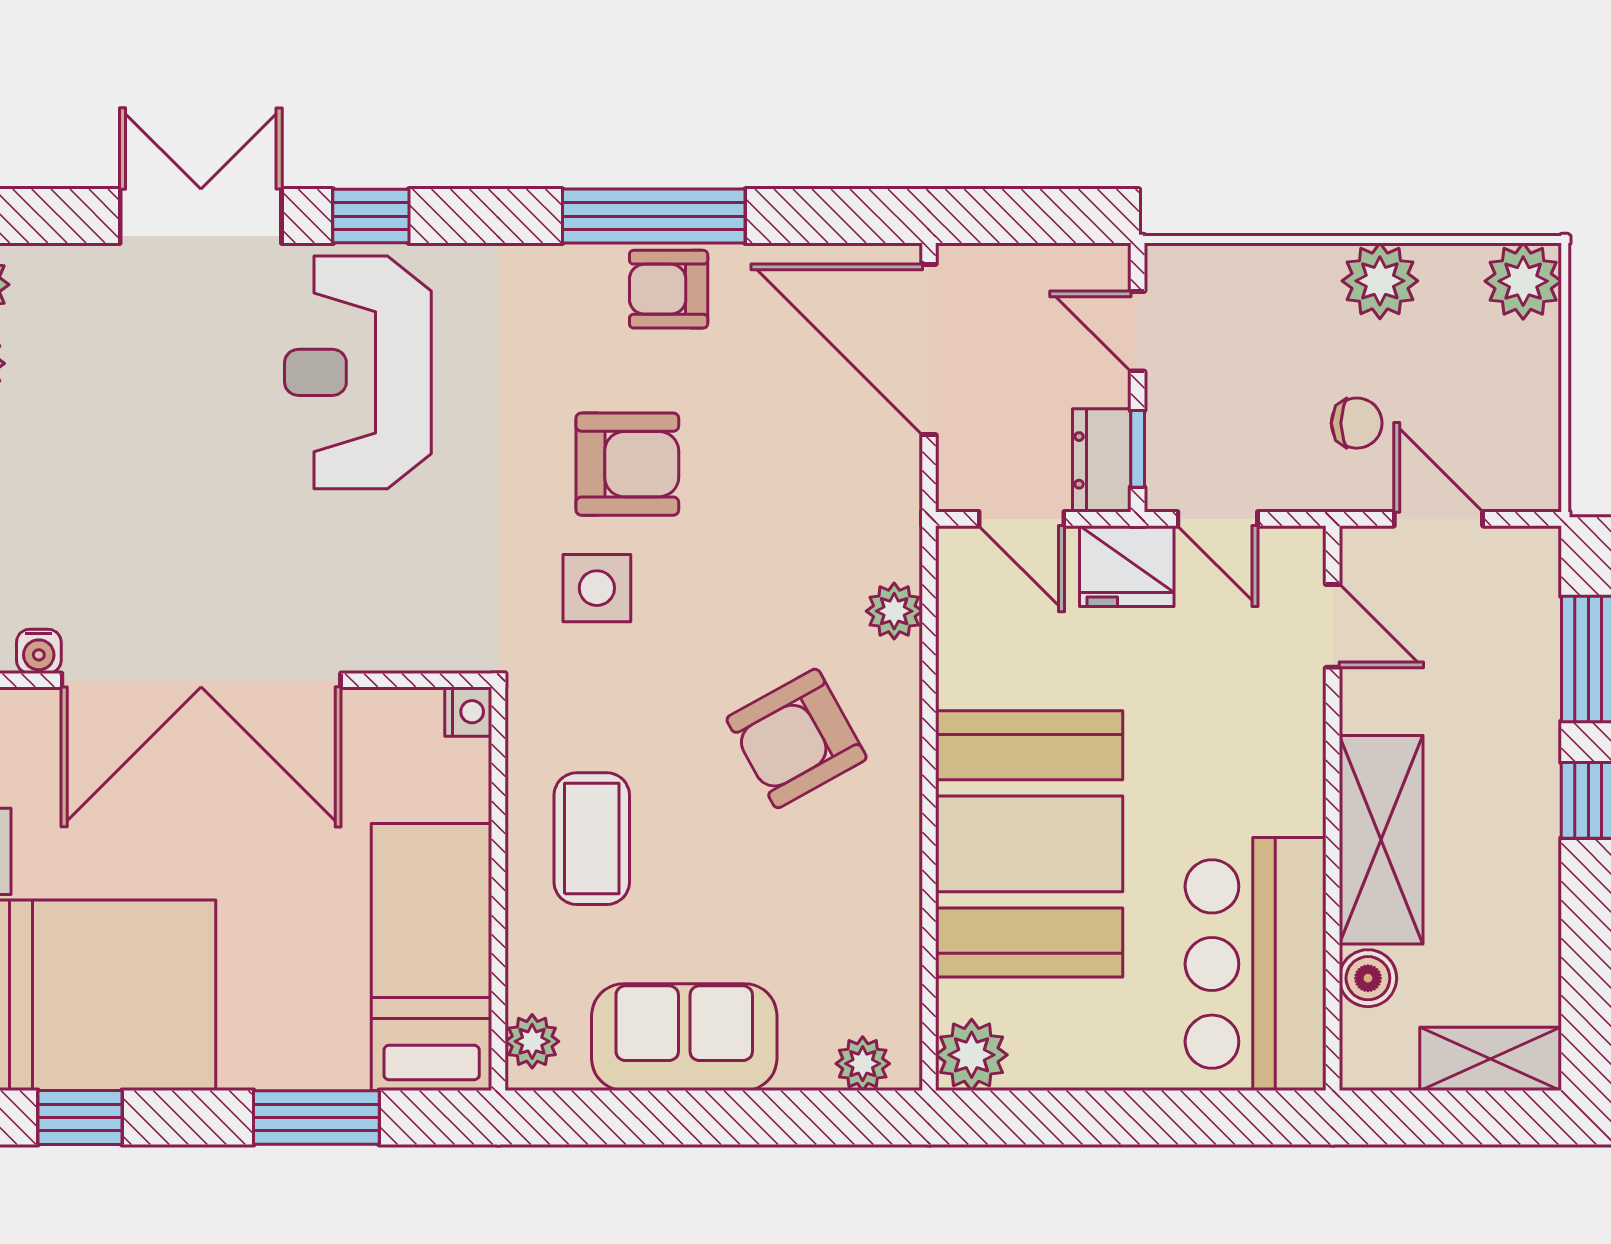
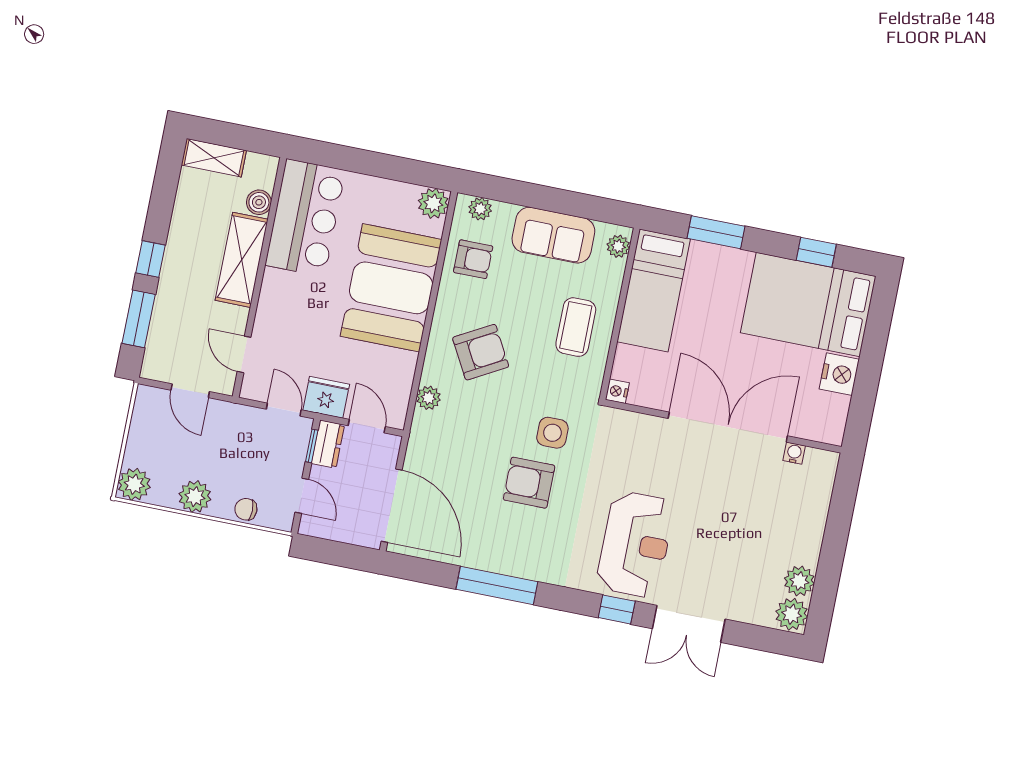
armchair: (669, 289) -> (473, 259), moved
chair: (1357, 423) -> (246, 509), moved

